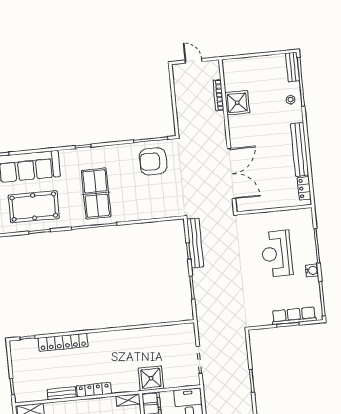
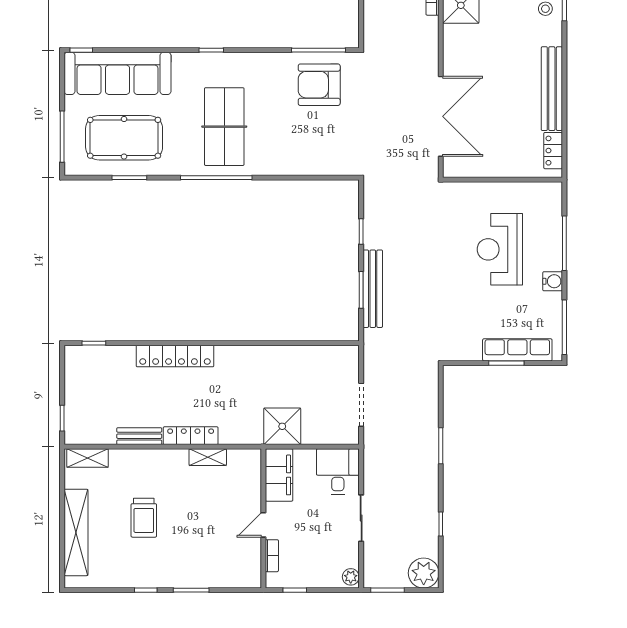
bench: (195, 243) -> (373, 289), moved
locker: (63, 342) -> (175, 356), moved
shelving: (128, 400) -> (208, 457), moved

